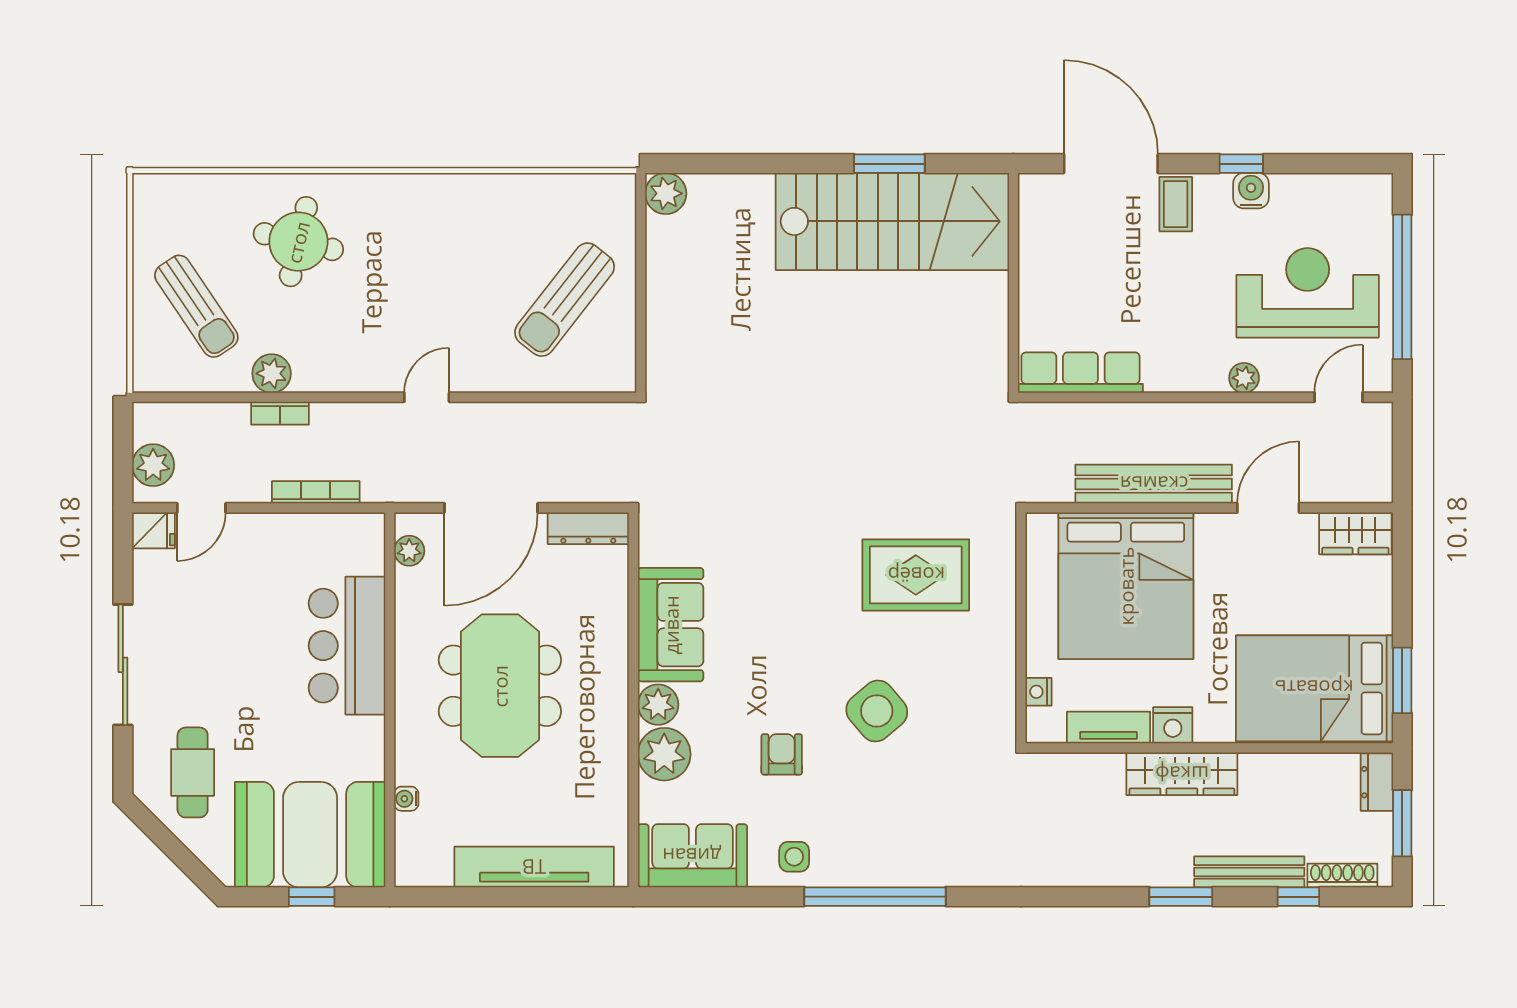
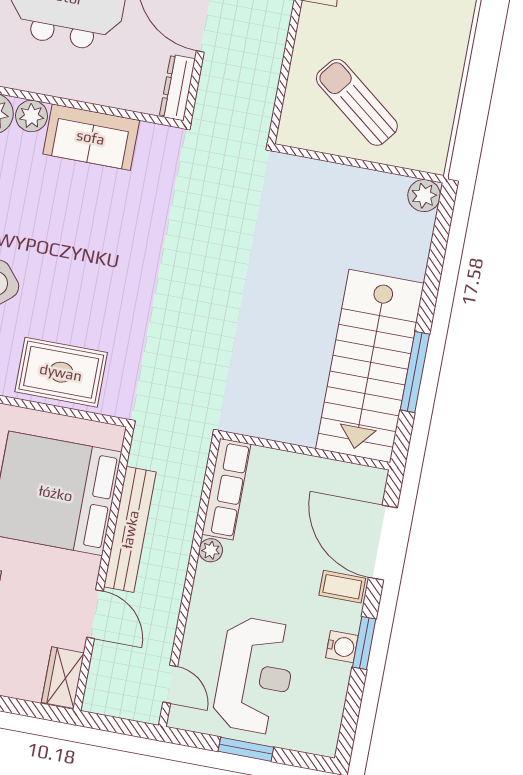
window: (889, 164) -> (415, 372), width x1.44
door: (1111, 164) -> (383, 543), swing flipped
window: (1241, 164) -> (364, 643), width x1.50
window: (1402, 287) -> (246, 749), width x0.47
plant: (1244, 378) -> (211, 550), moved
rug: (916, 575) -> (61, 372), moved, turned 90

